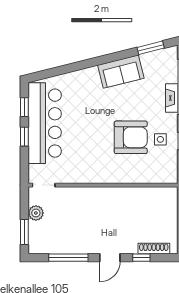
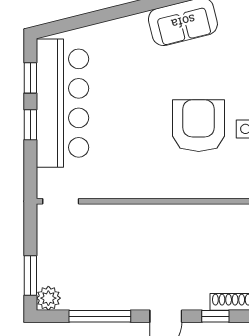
armchair: (131, 137) -> (199, 126), turned -90
plant: (36, 213) -> (48, 298), moved

